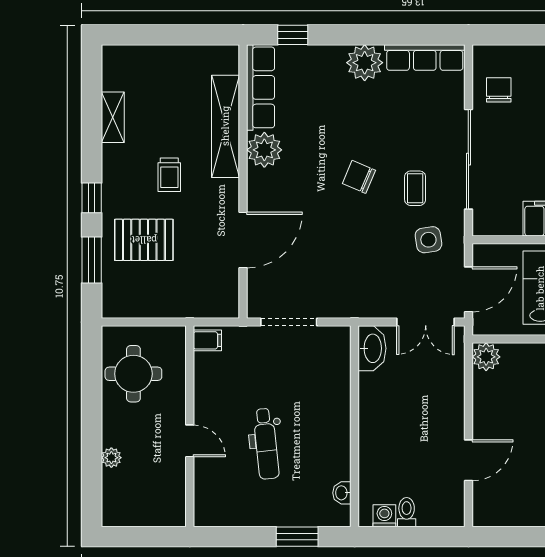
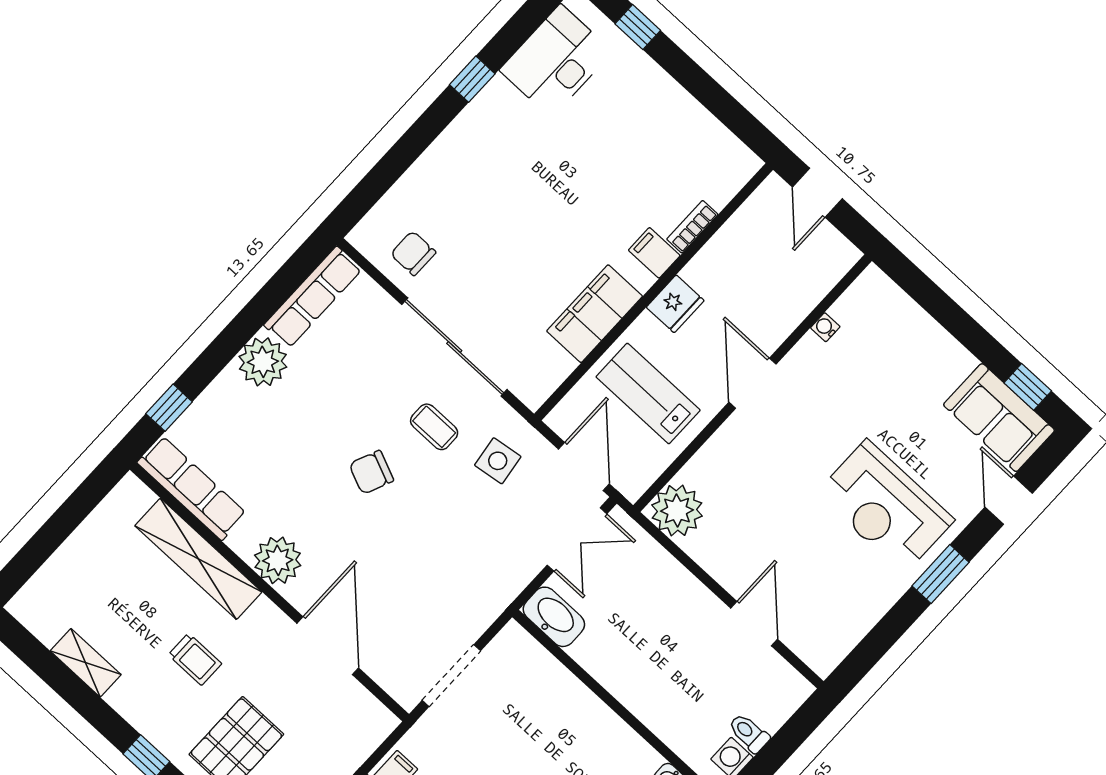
plant: (264, 150) -> (278, 560), moved
plant: (486, 357) -> (677, 510), width x1.36, depth x1.36

